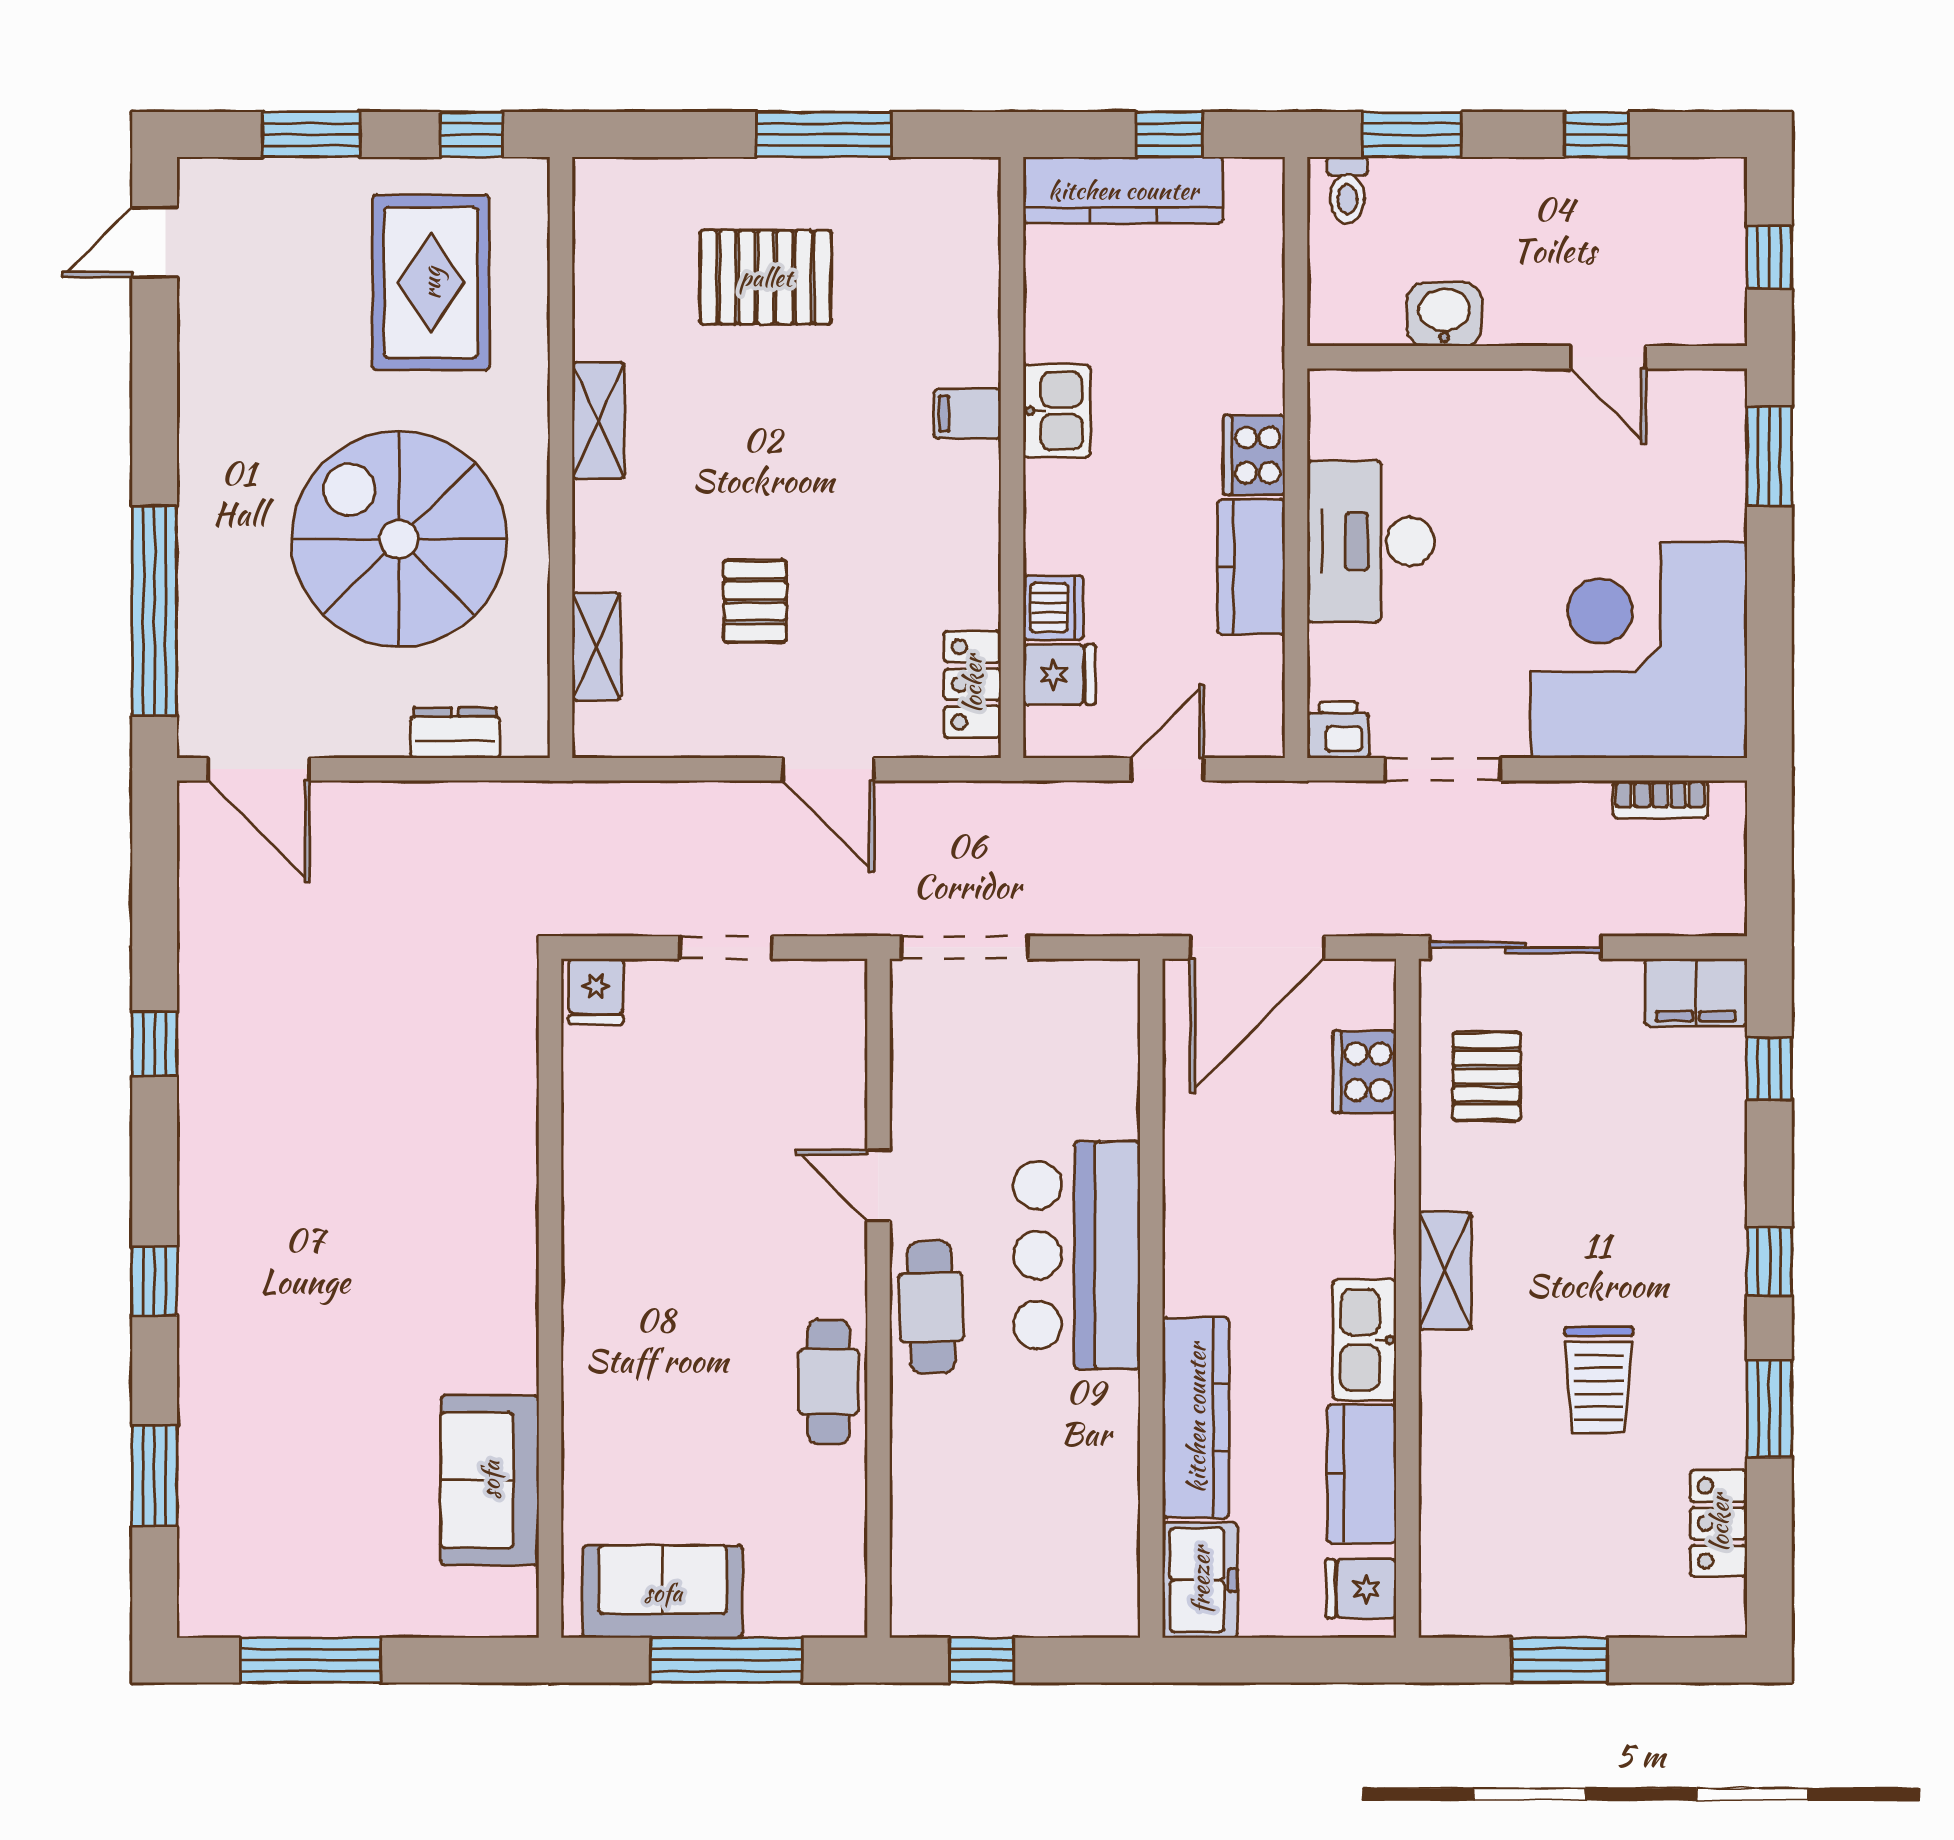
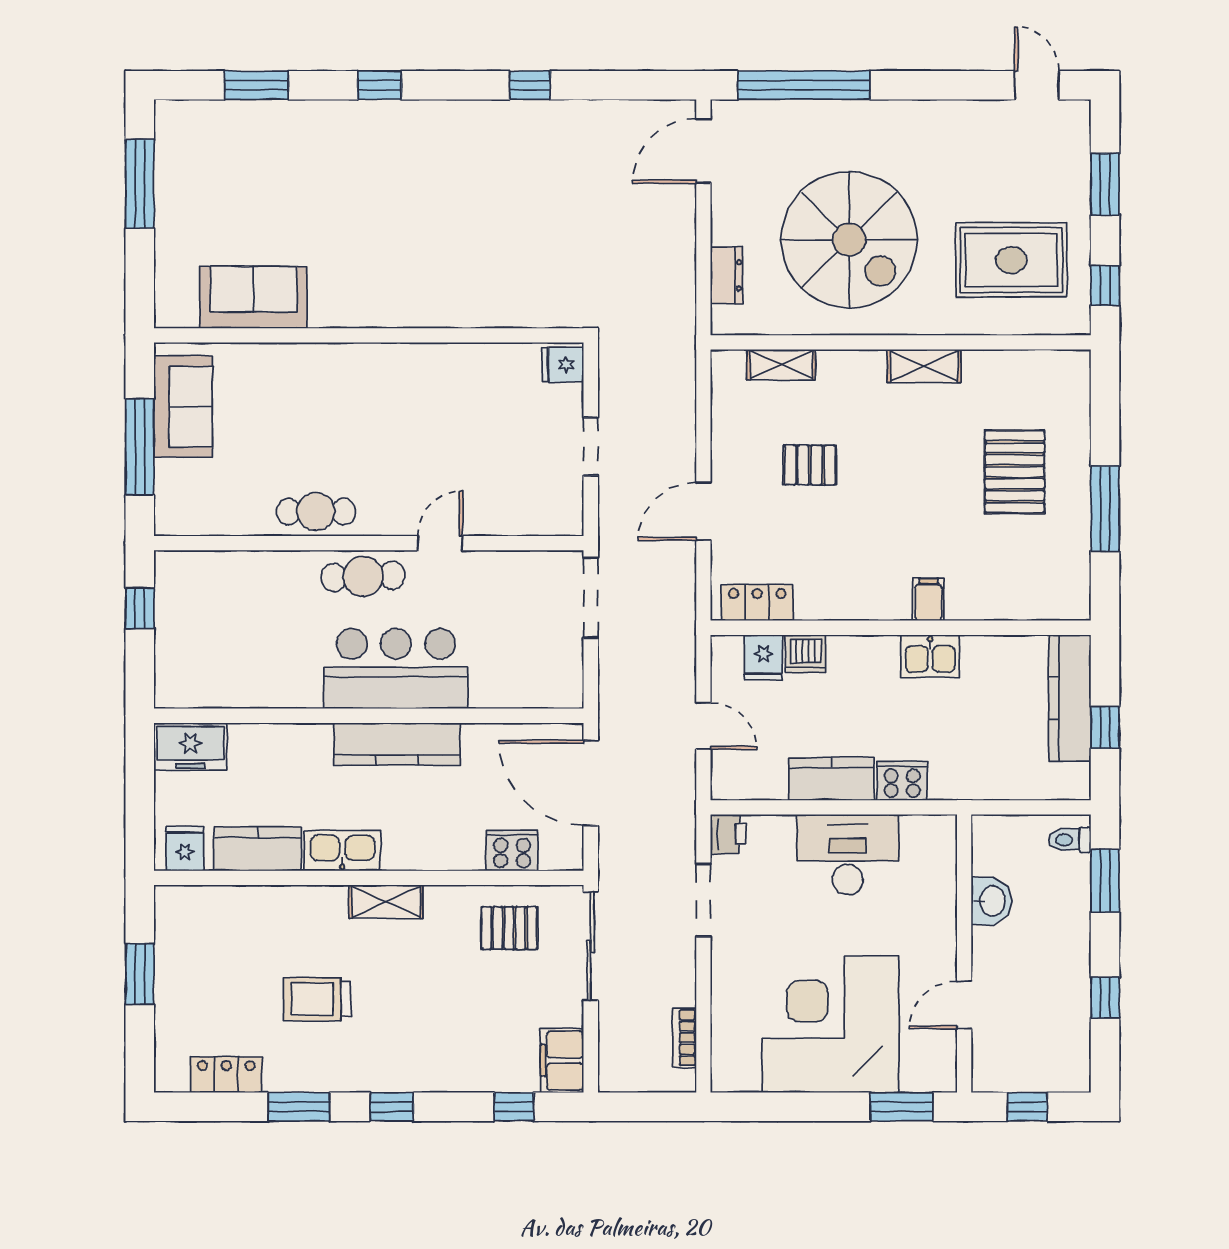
spiral stairs: (399, 539) -> (849, 240), turned 90
corner desk: (1639, 650) -> (831, 1024), moved, turned -90
kitchen counter: (1196, 1418) -> (397, 744), moved

